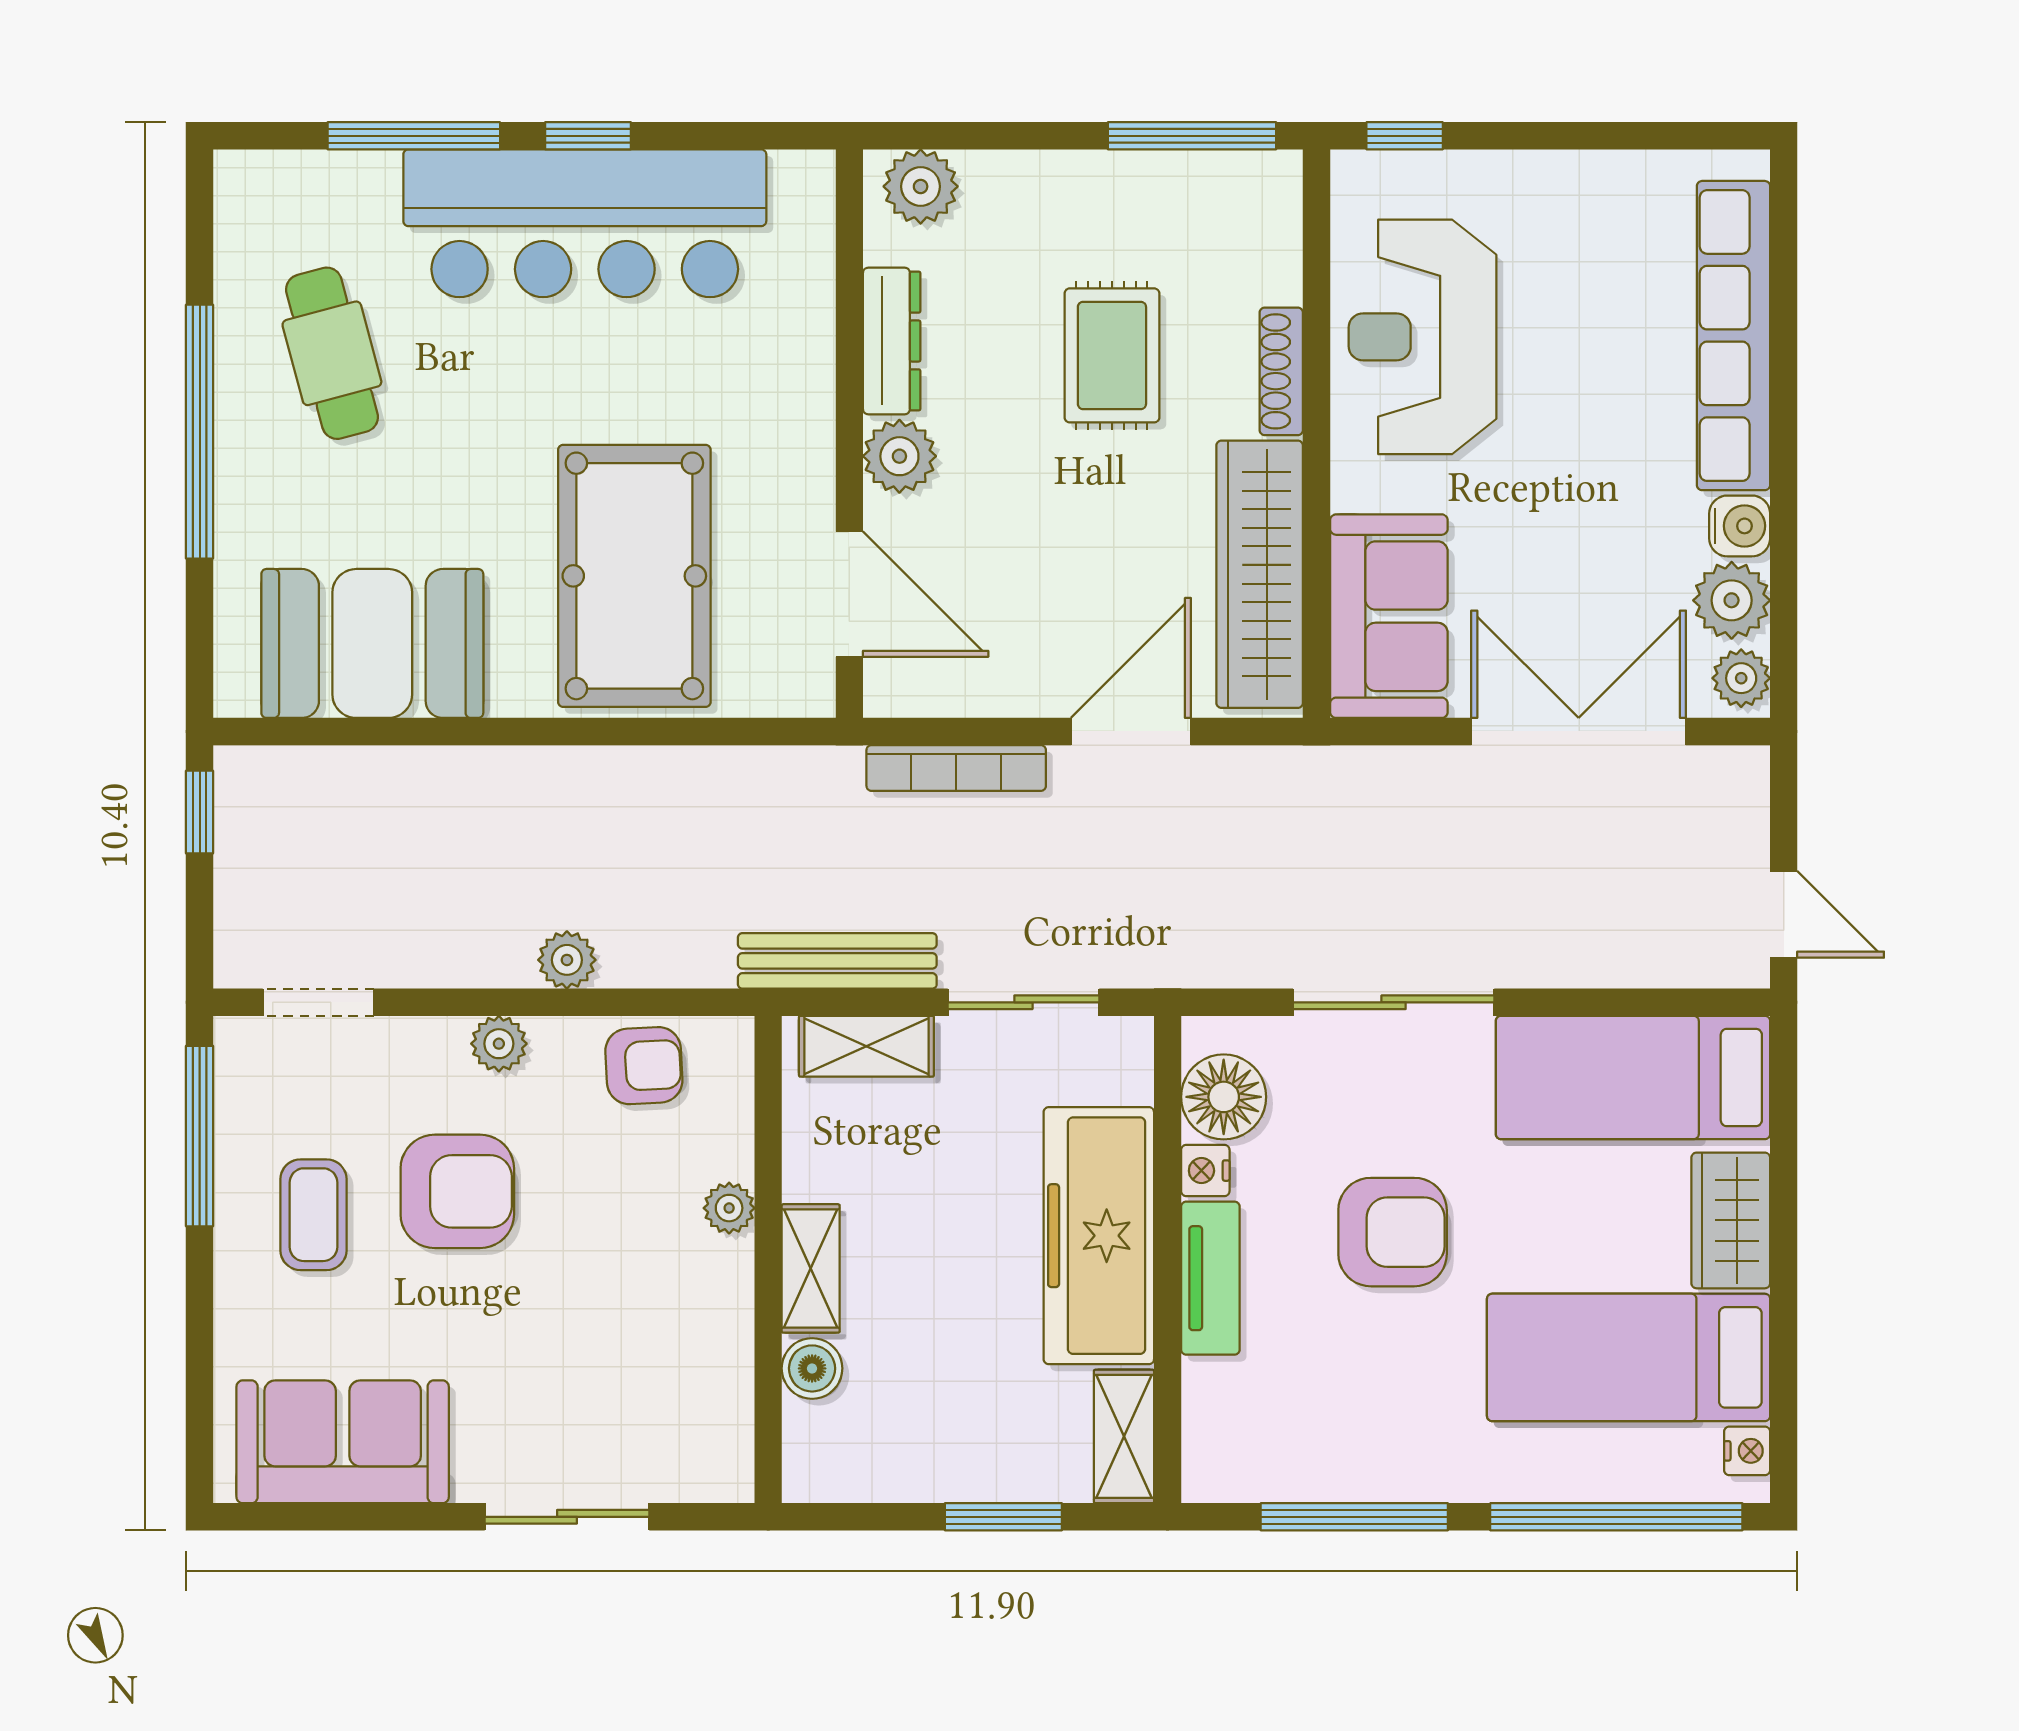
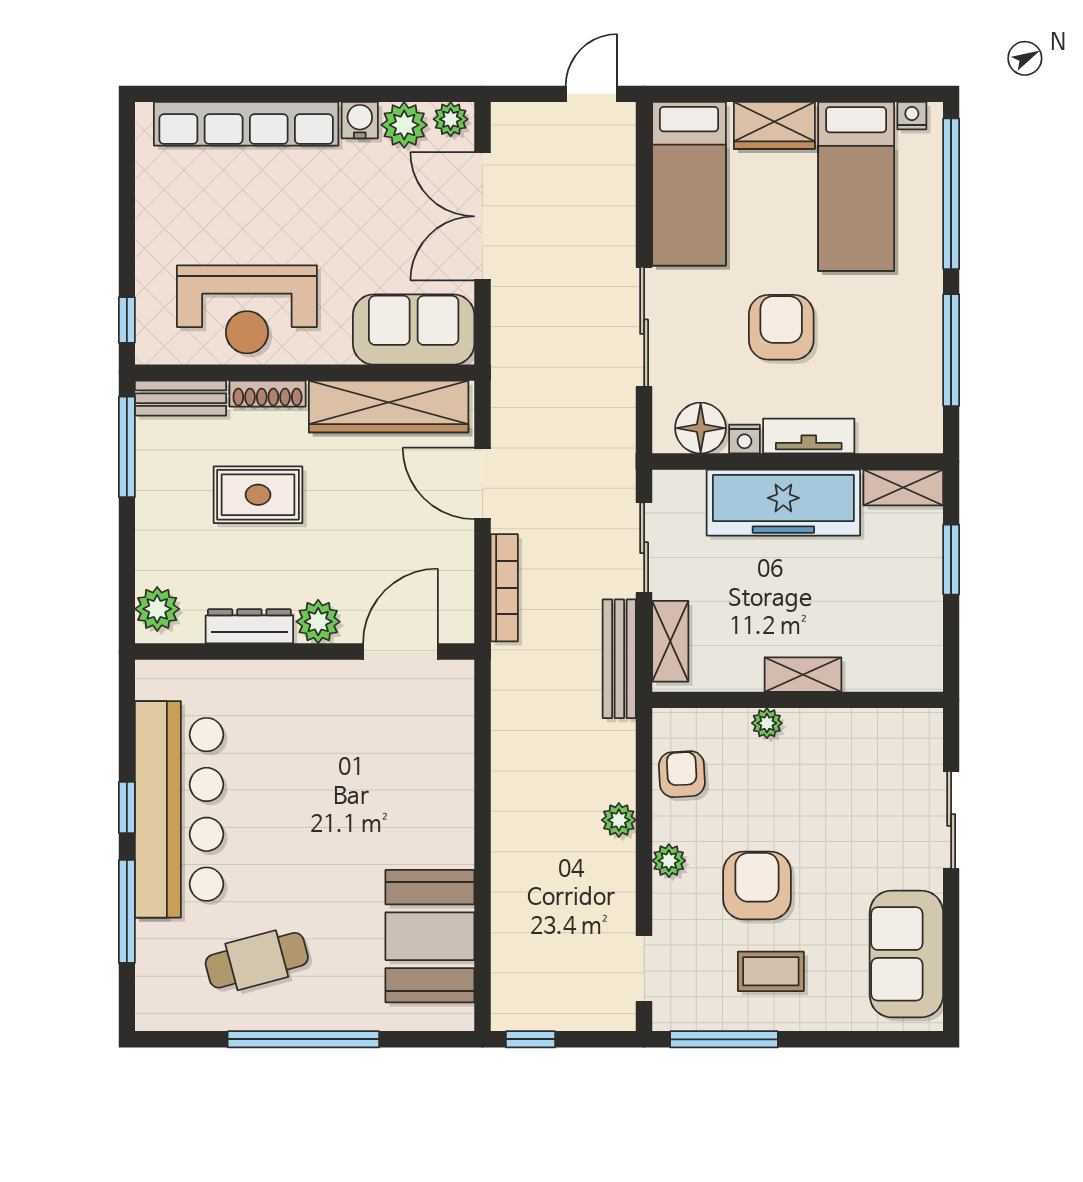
bench: (1274, 226) -> (181, 398), added
pool table: (634, 576) -> (390, 780), removed
boiler: (812, 1368) -> (863, 674), removed

